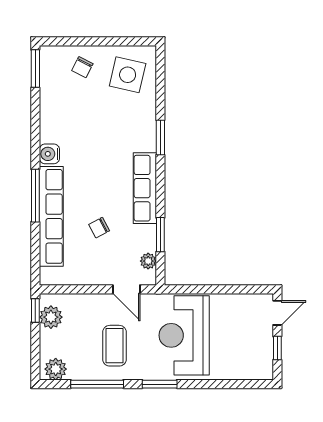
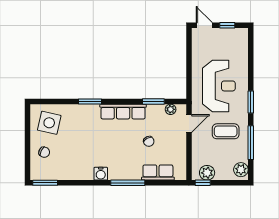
row of seats: (51, 216) -> (158, 173), width x0.50
reception desk: (184, 335) -> (219, 86), turned -90

